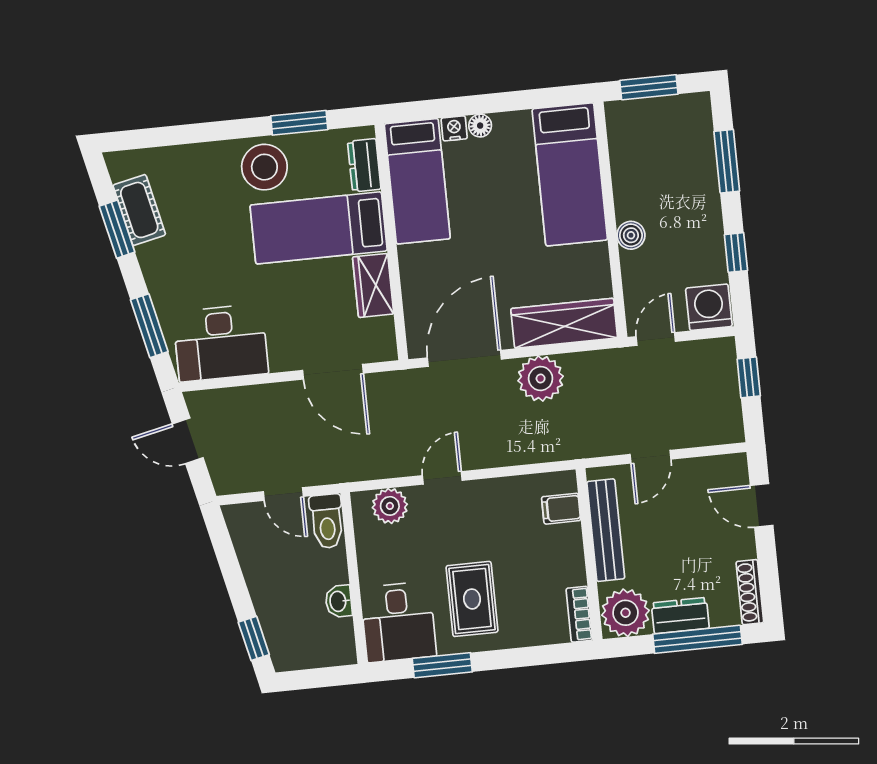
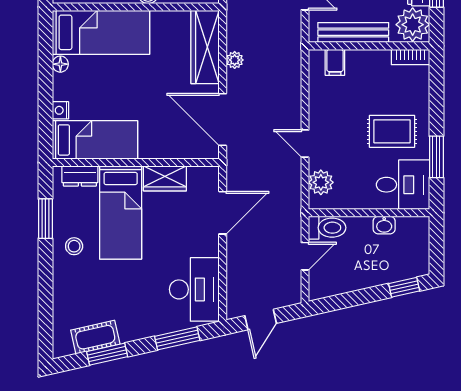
floor lamp: (480, 126) -> (60, 64), moved
stool: (264, 167) -> (74, 246), width x0.53, depth x0.53
plant: (541, 379) -> (235, 60), width x0.53, depth x0.53

